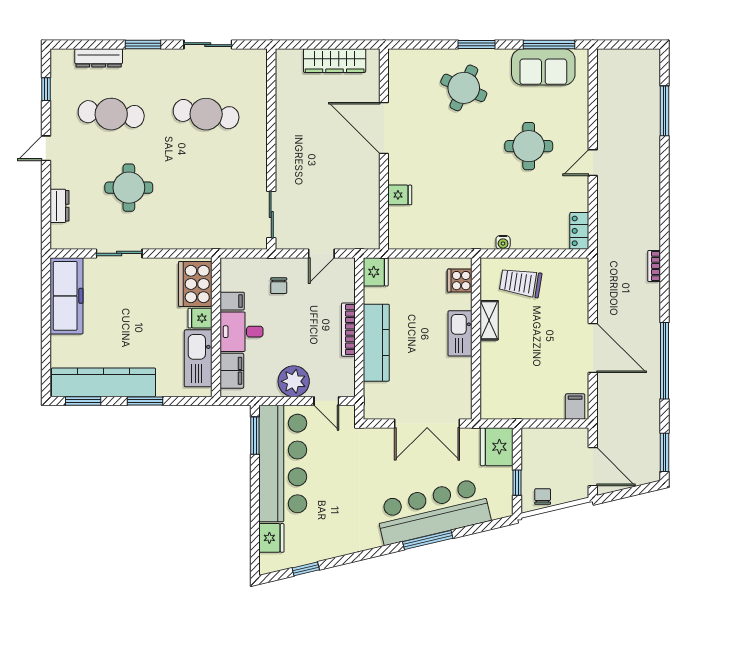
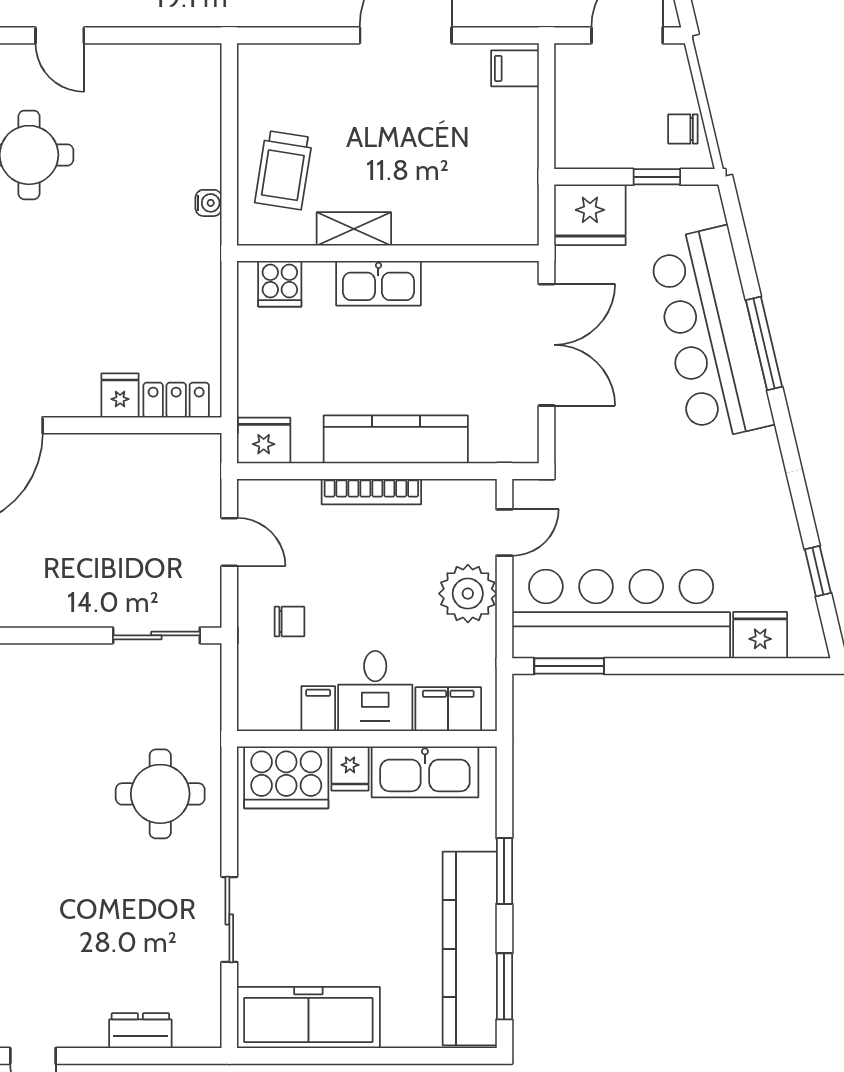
round table: (129, 188) -> (160, 794), moved
locker: (579, 231) -> (176, 400), moved, turned 180

